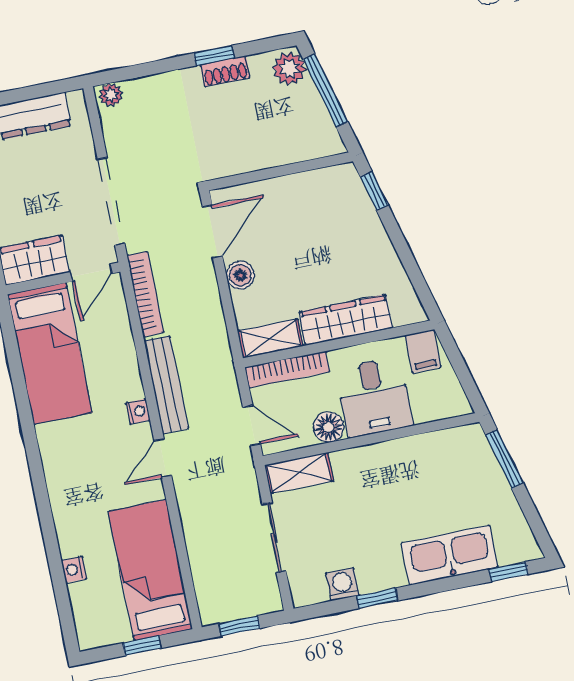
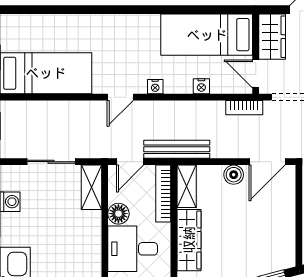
door: (213, 232) -> (267, 162), hinge flipped
bookcase: (145, 294) -> (244, 108), width x0.64
bench: (166, 385) -> (177, 149), moved
door: (163, 458) -> (120, 97), swing flipped
nightstand: (74, 570) -> (201, 86), moved, turned 180

